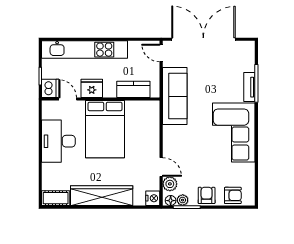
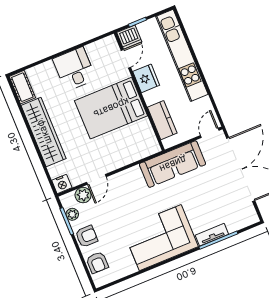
desk: (58, 141) -> (74, 69), width x0.73
floor lamp: (171, 201) -> (67, 203), removed

